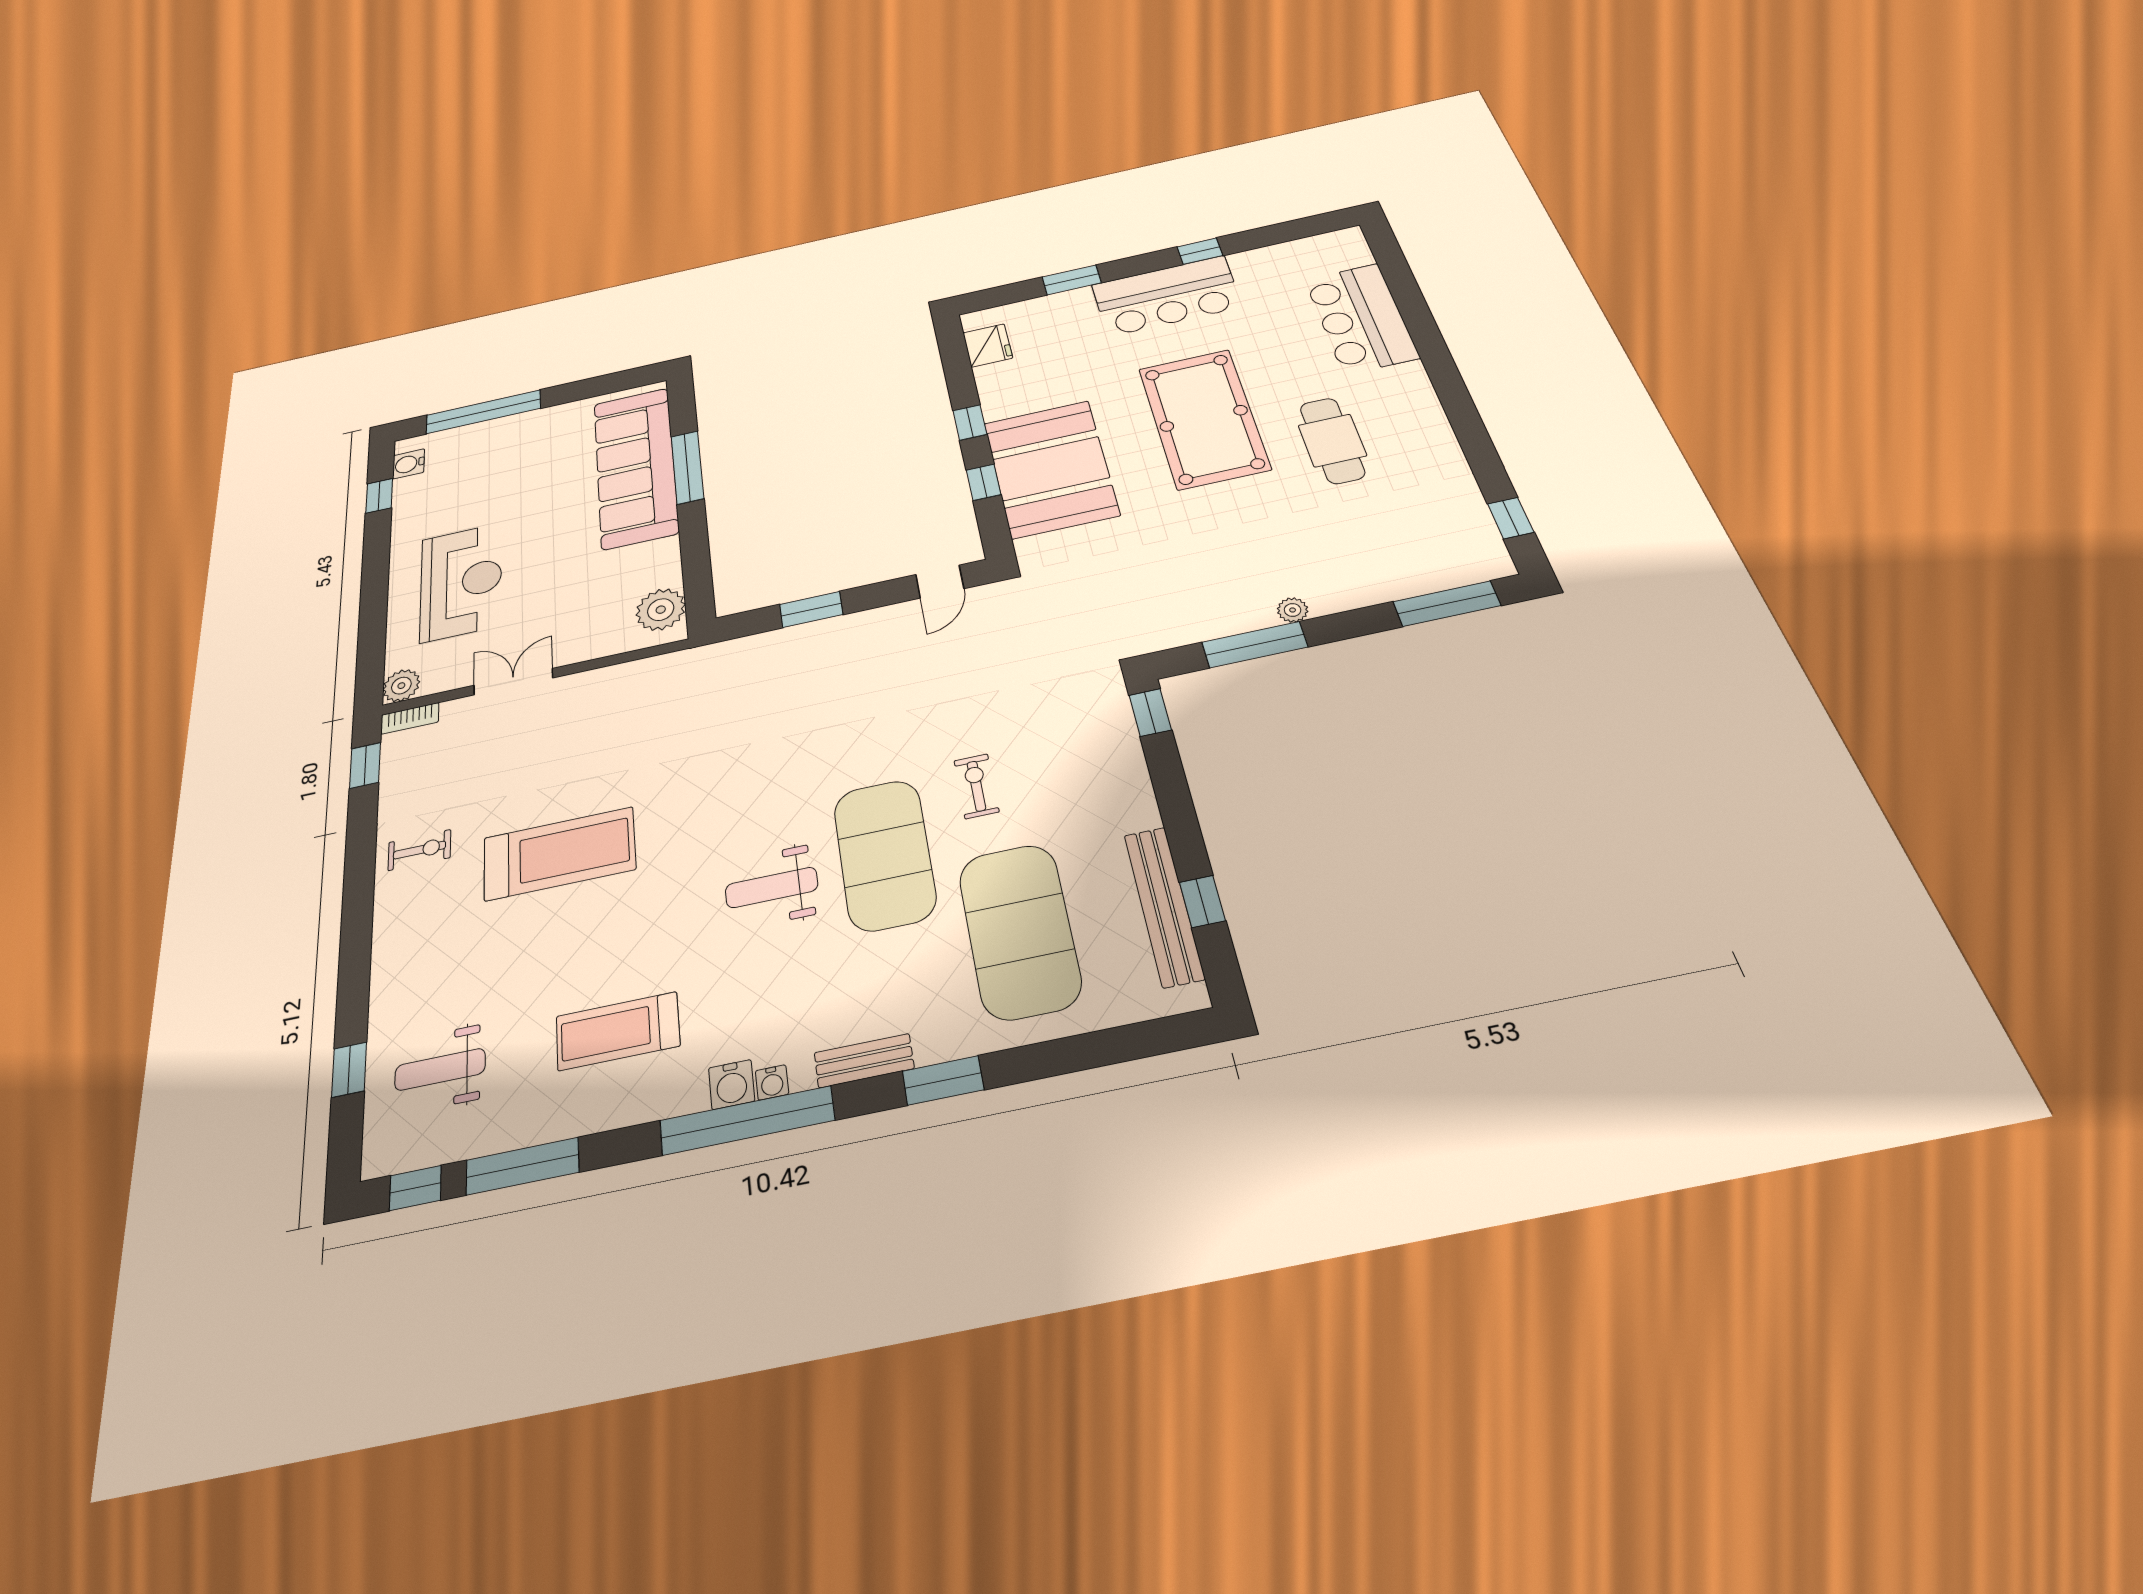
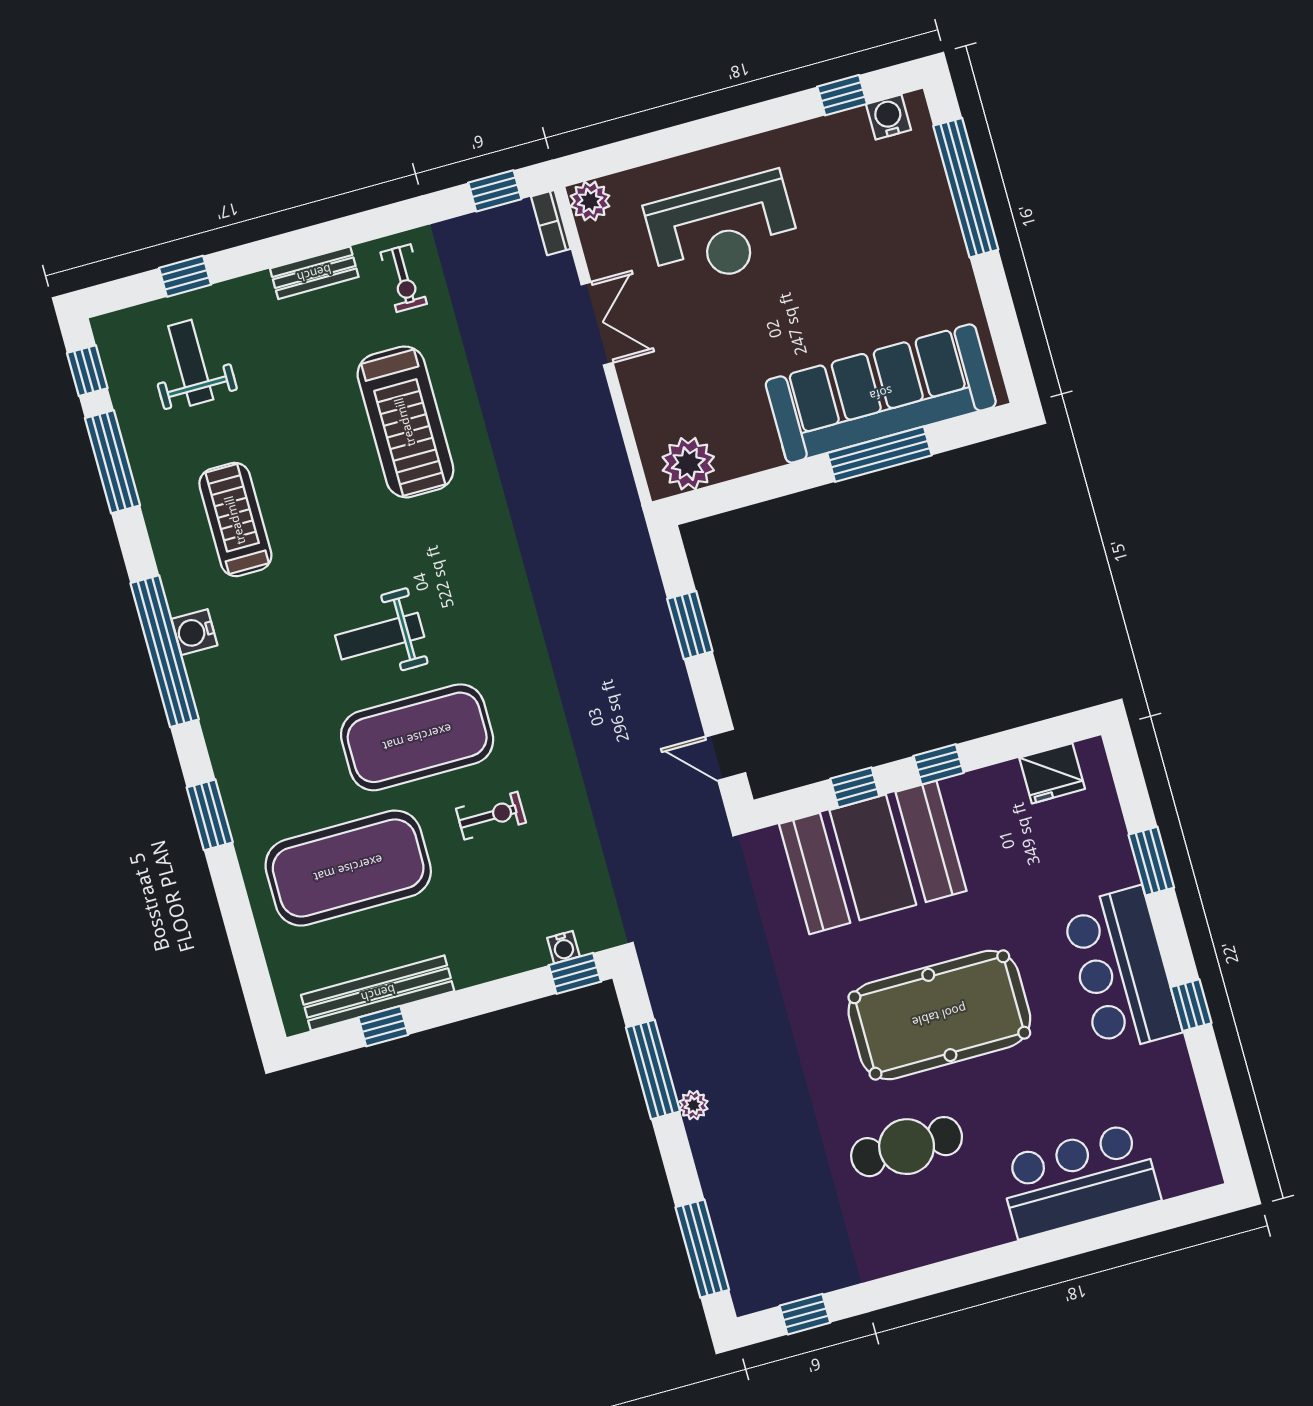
weight bench: (772, 887) -> (380, 636), turned -90
bench: (864, 1061) -> (314, 273), moved, turned 90
water cooler: (772, 1082) -> (563, 947), moved, turned -90

